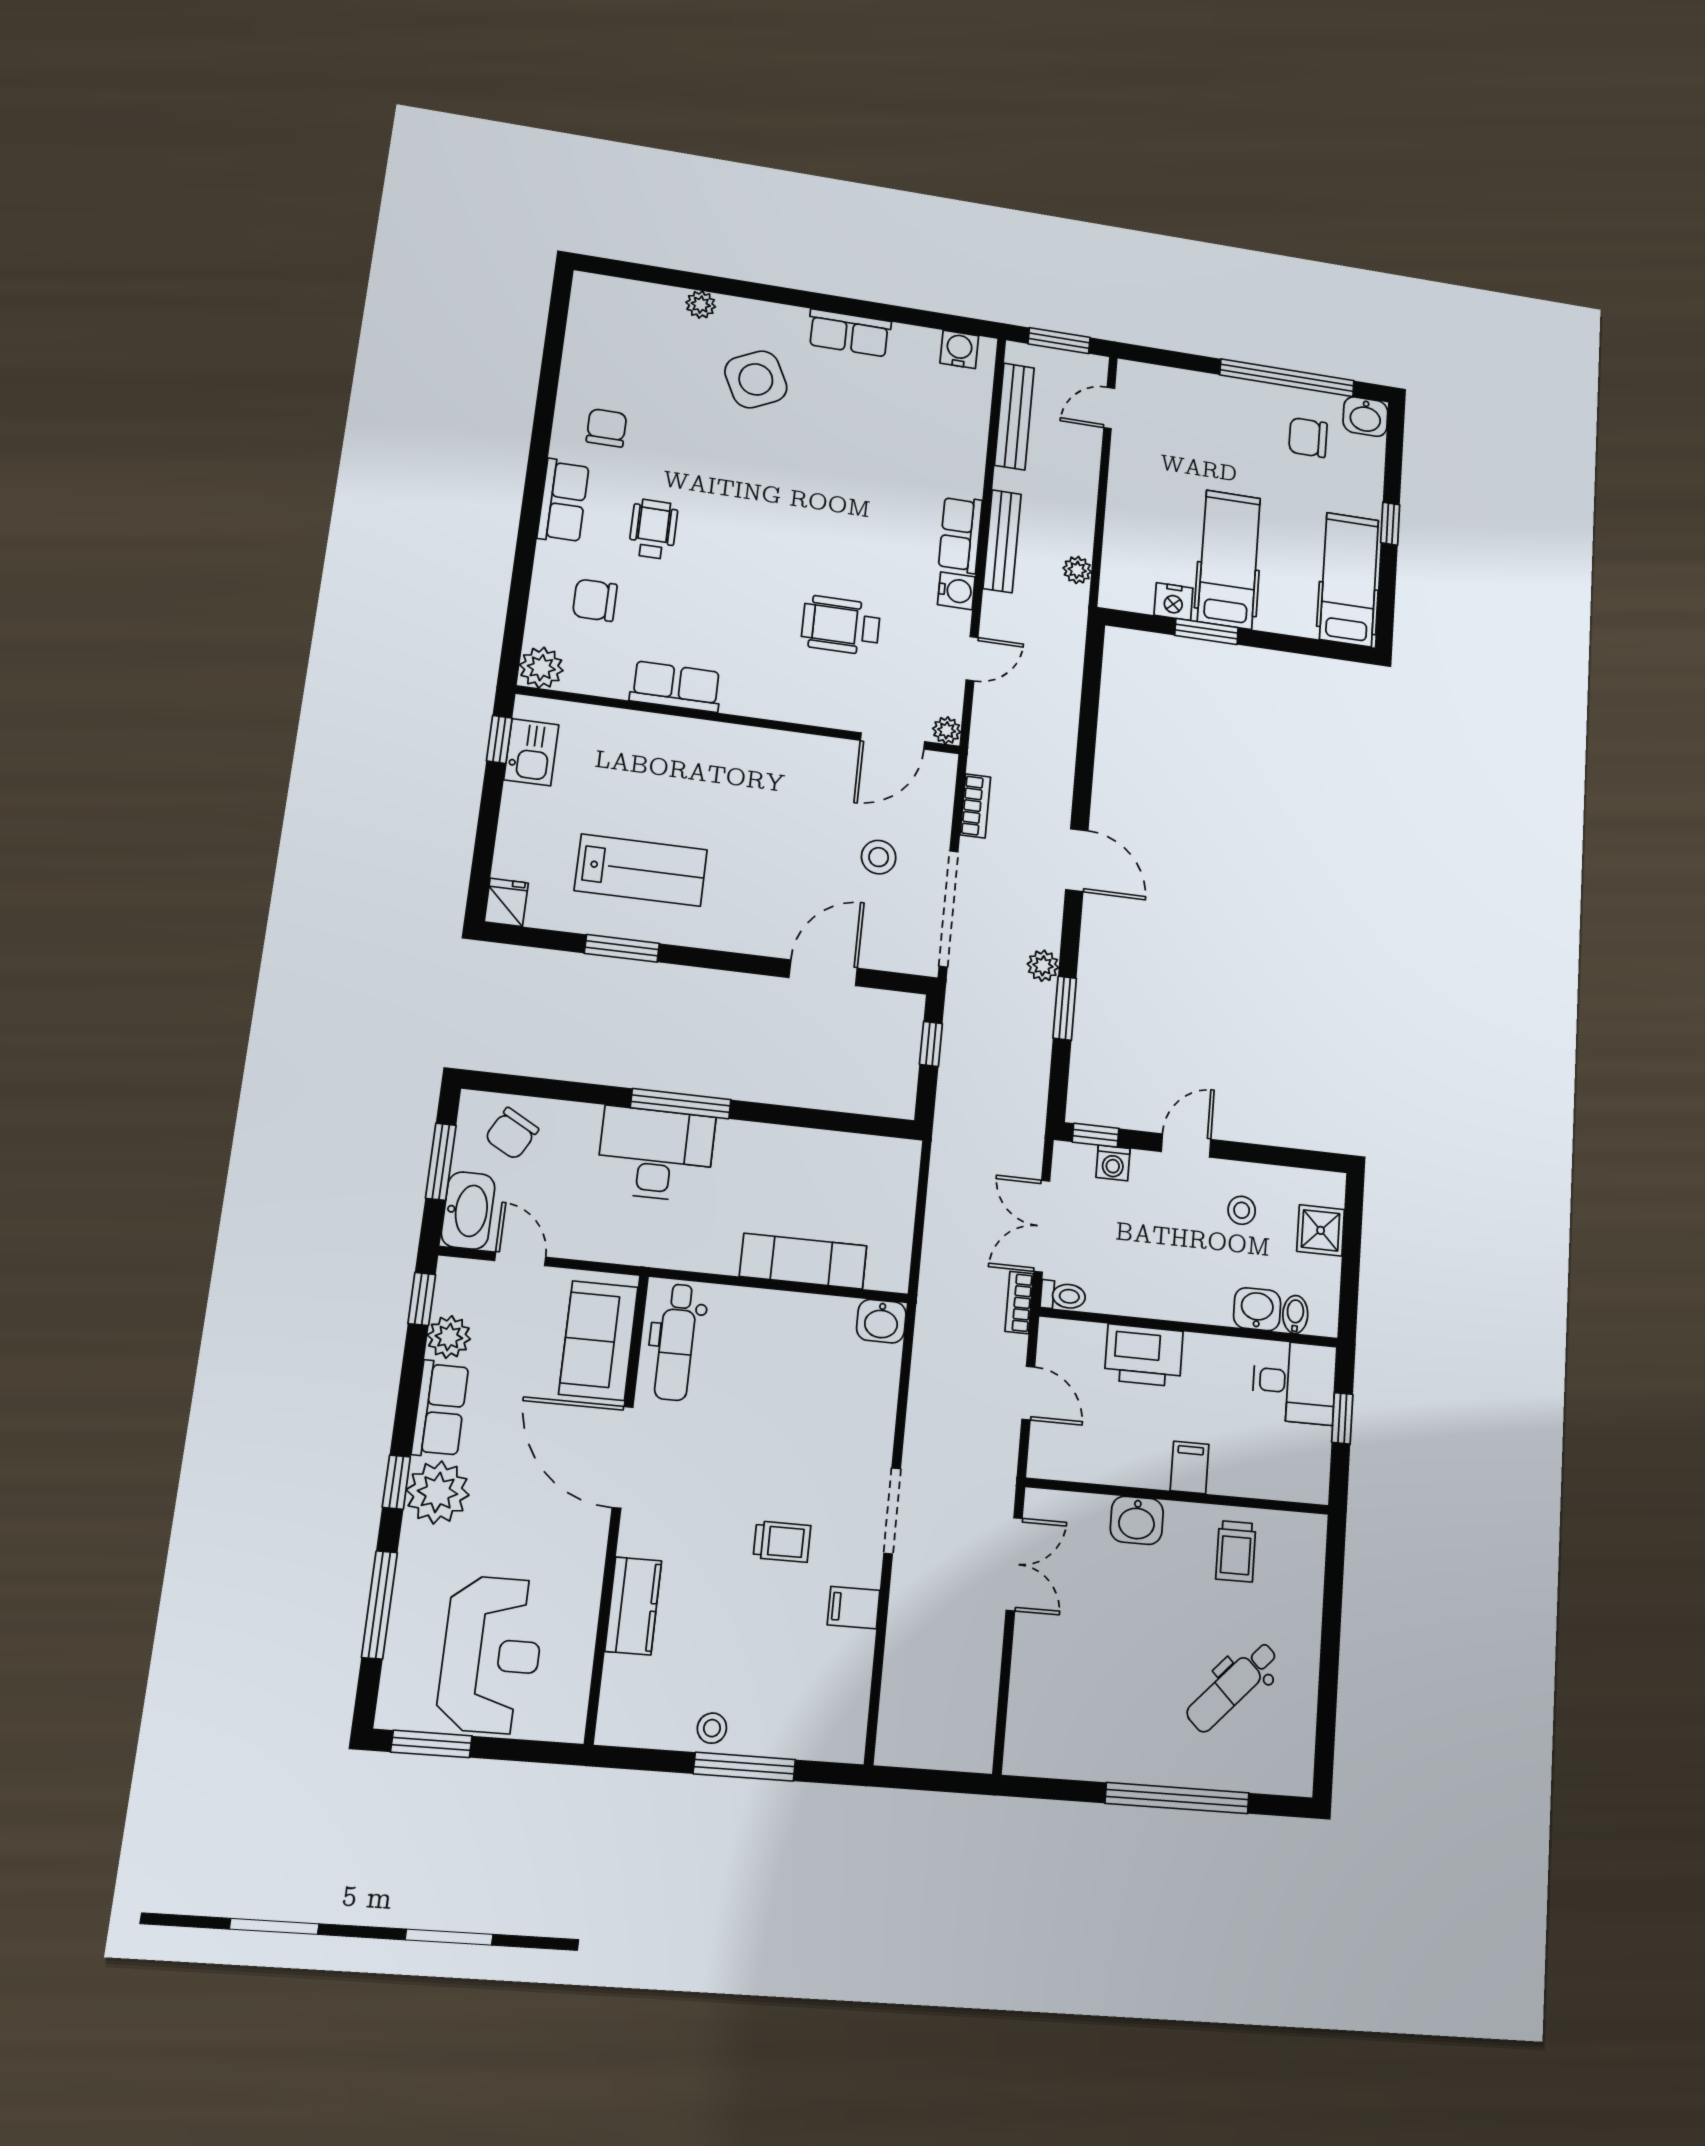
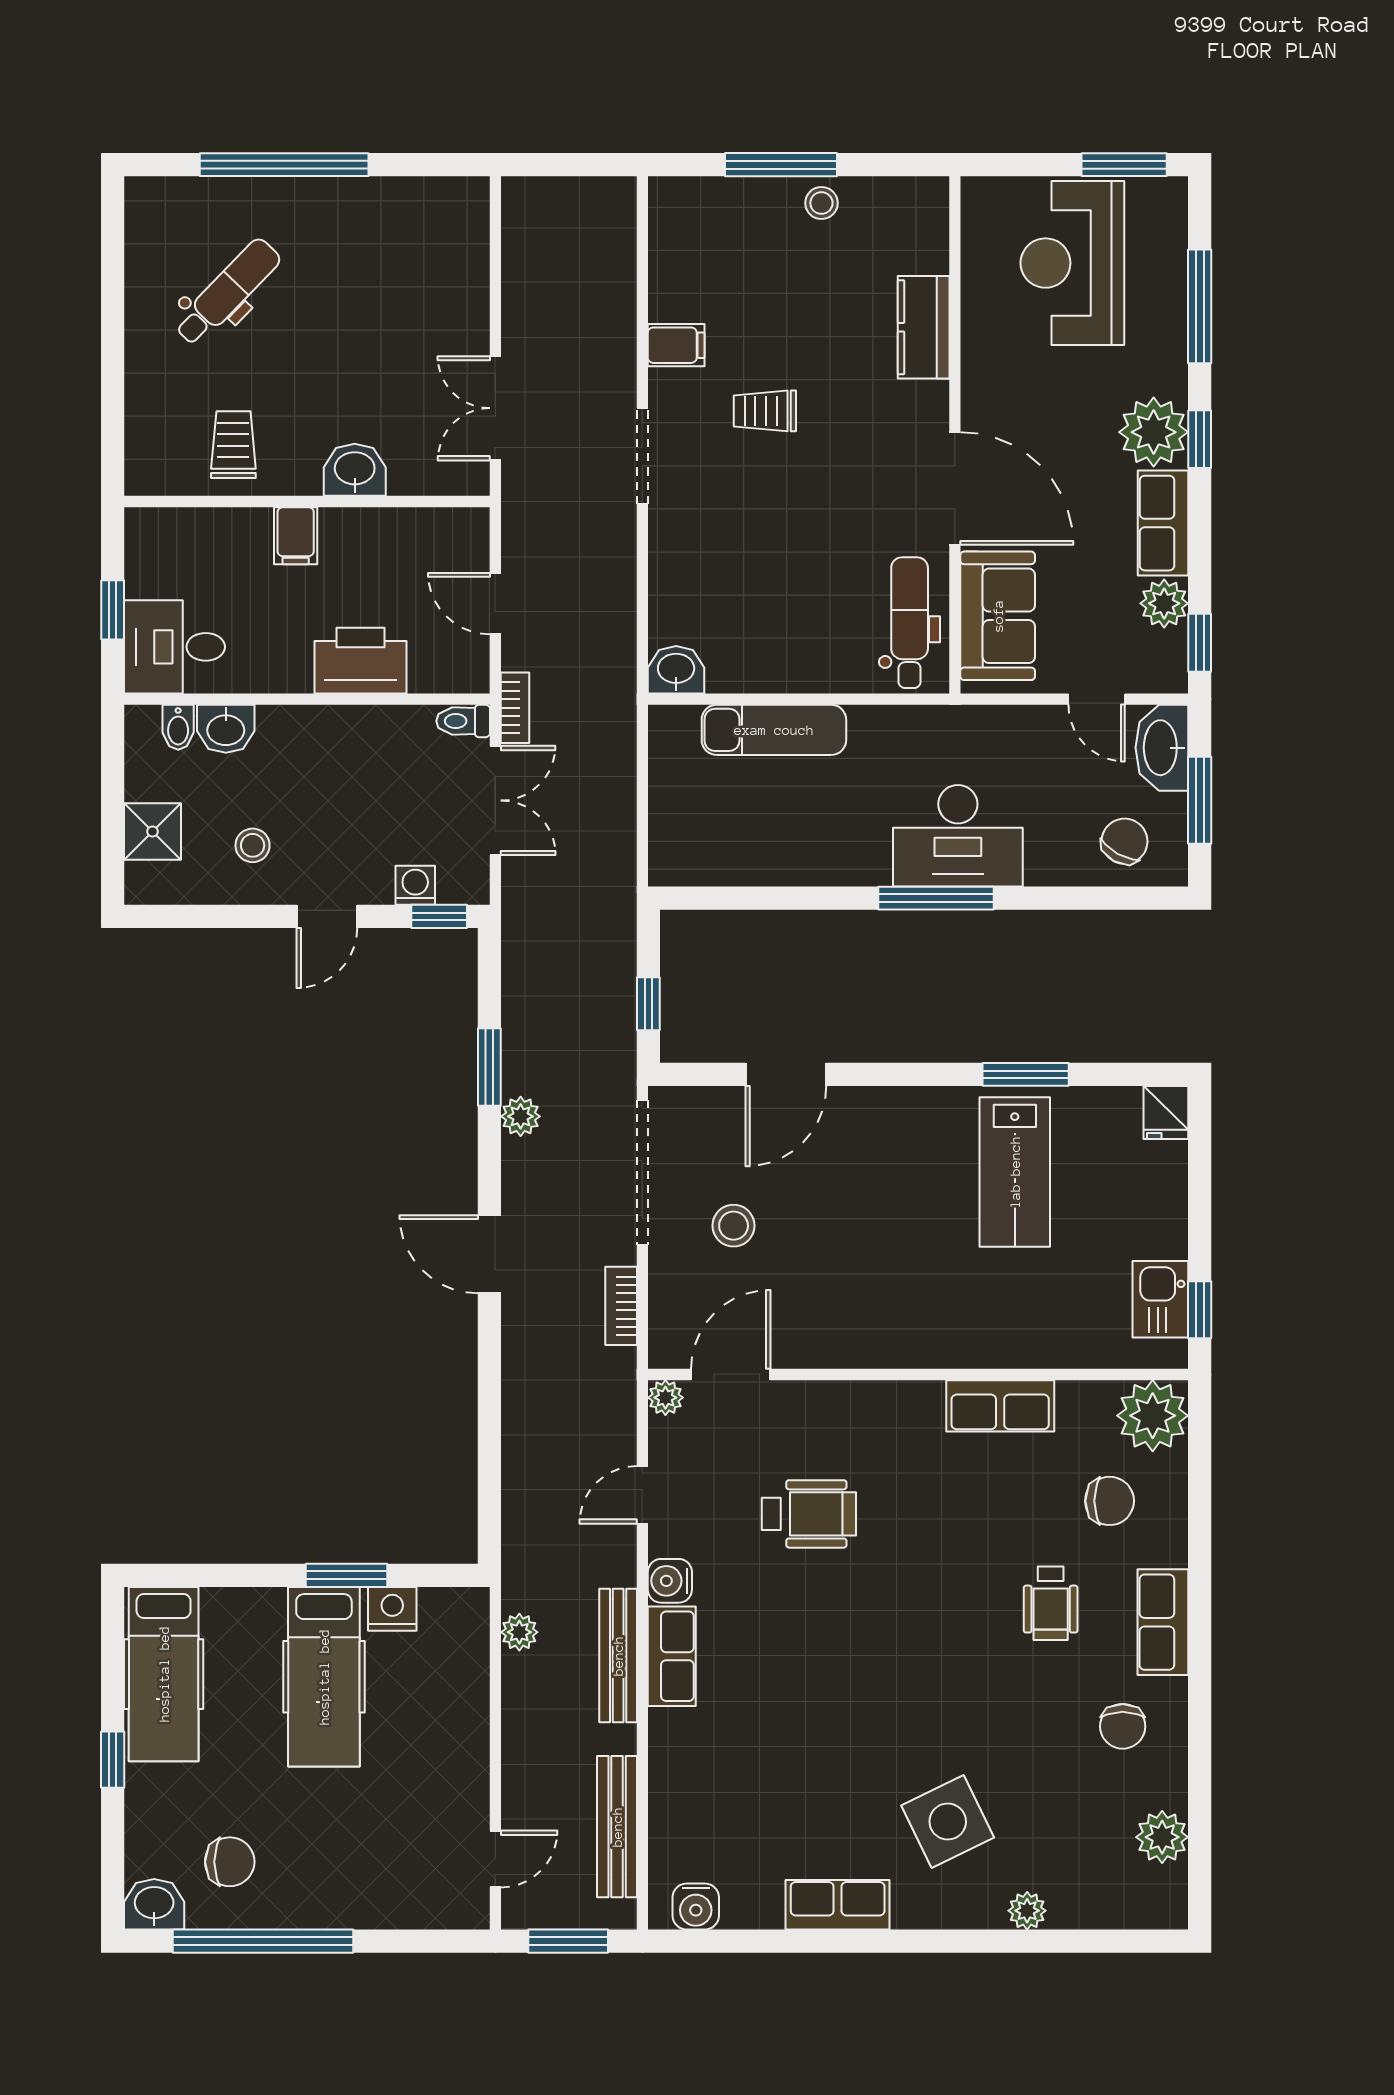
plant: (585, 341) -> (1162, 1837), added
plant: (541, 668) -> (1153, 1416), width x1.36, depth x1.36
lab bench: (641, 870) -> (1015, 1172), turned -90

